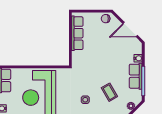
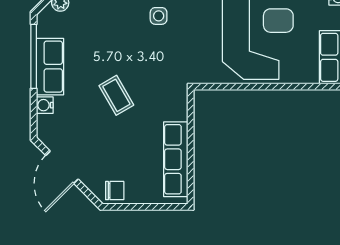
door: (130, 29) -> (62, 167), swing flipped
coffee table: (109, 92) -> (116, 95), moved

